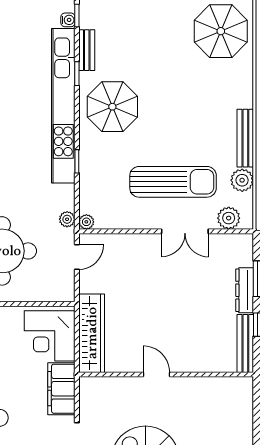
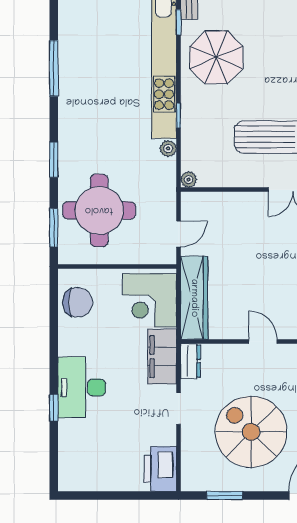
plant: (67, 219) -> (168, 148), moved
door: (77, 257) -> (179, 234), moved
dresser: (88, 393) -> (191, 361), added

